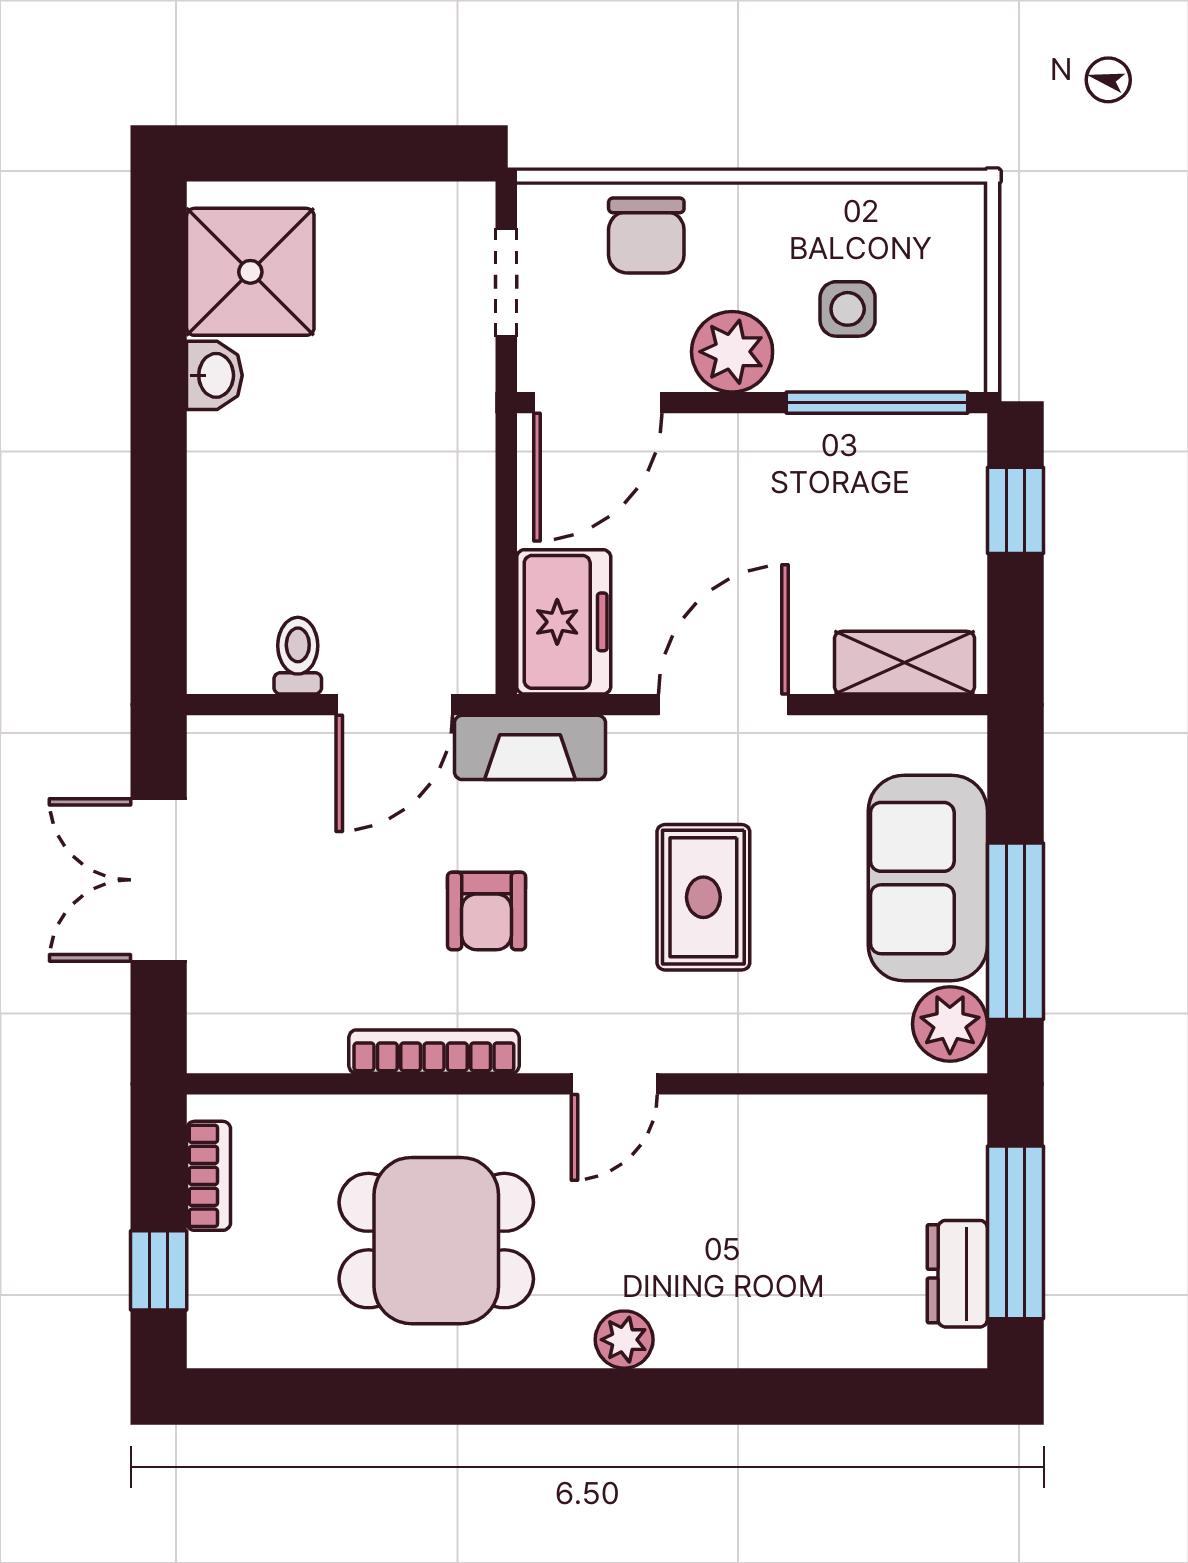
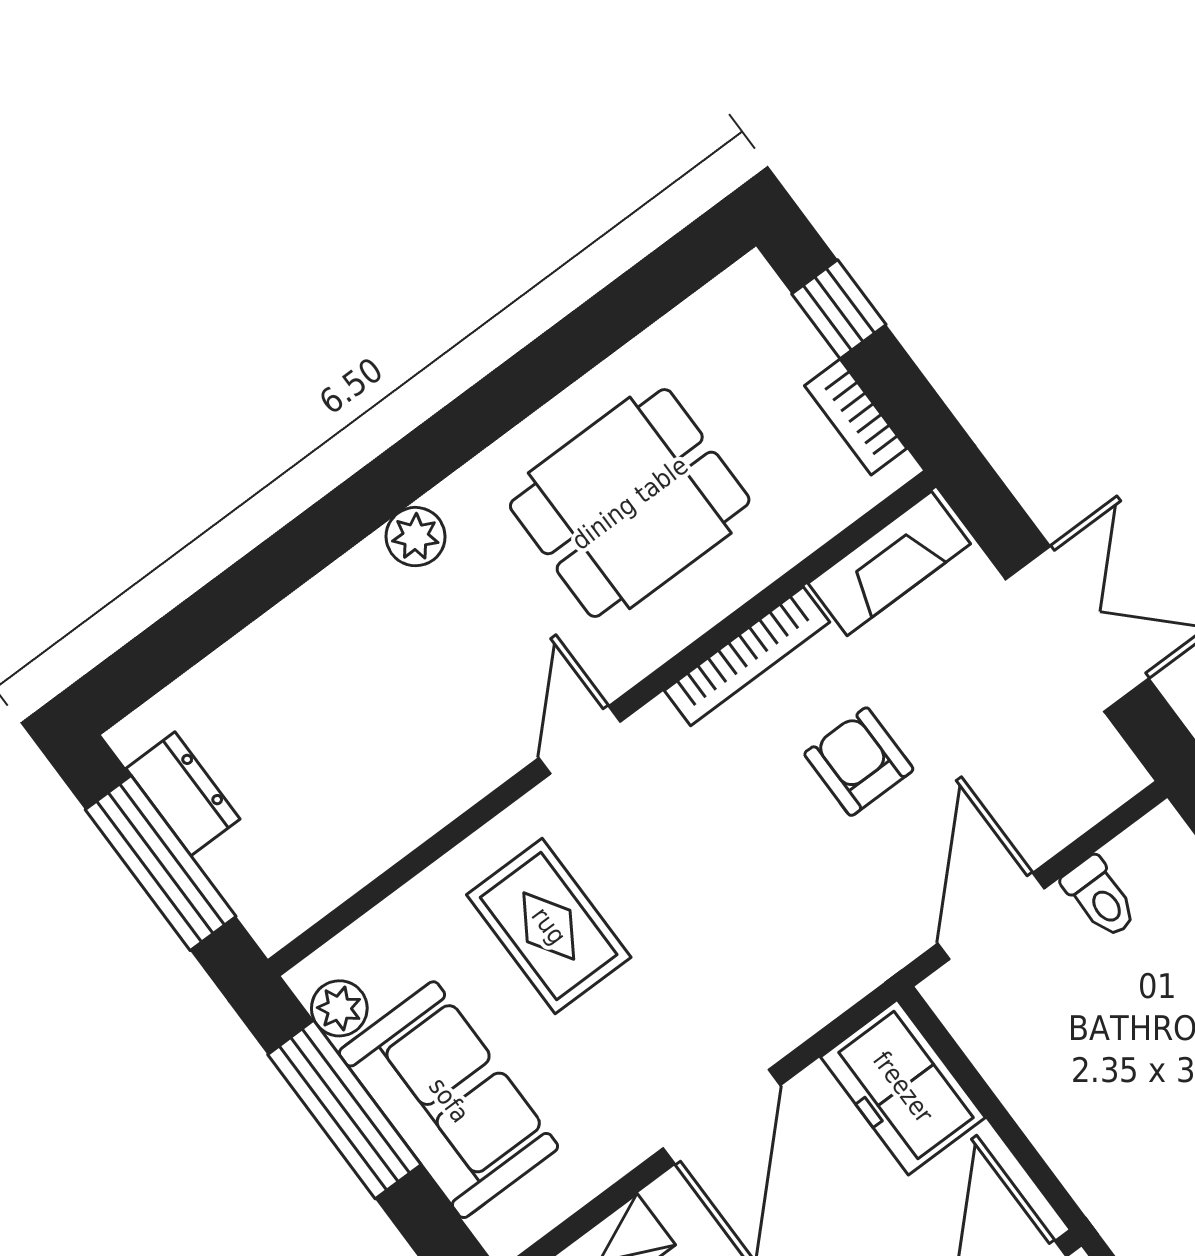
fireplace: (530, 747) -> (889, 563), moved, turned 180
rug: (703, 897) -> (549, 926), moved
armchair: (487, 911) -> (859, 762), moved
plant: (950, 1024) -> (339, 1008), width x0.73, depth x0.73

